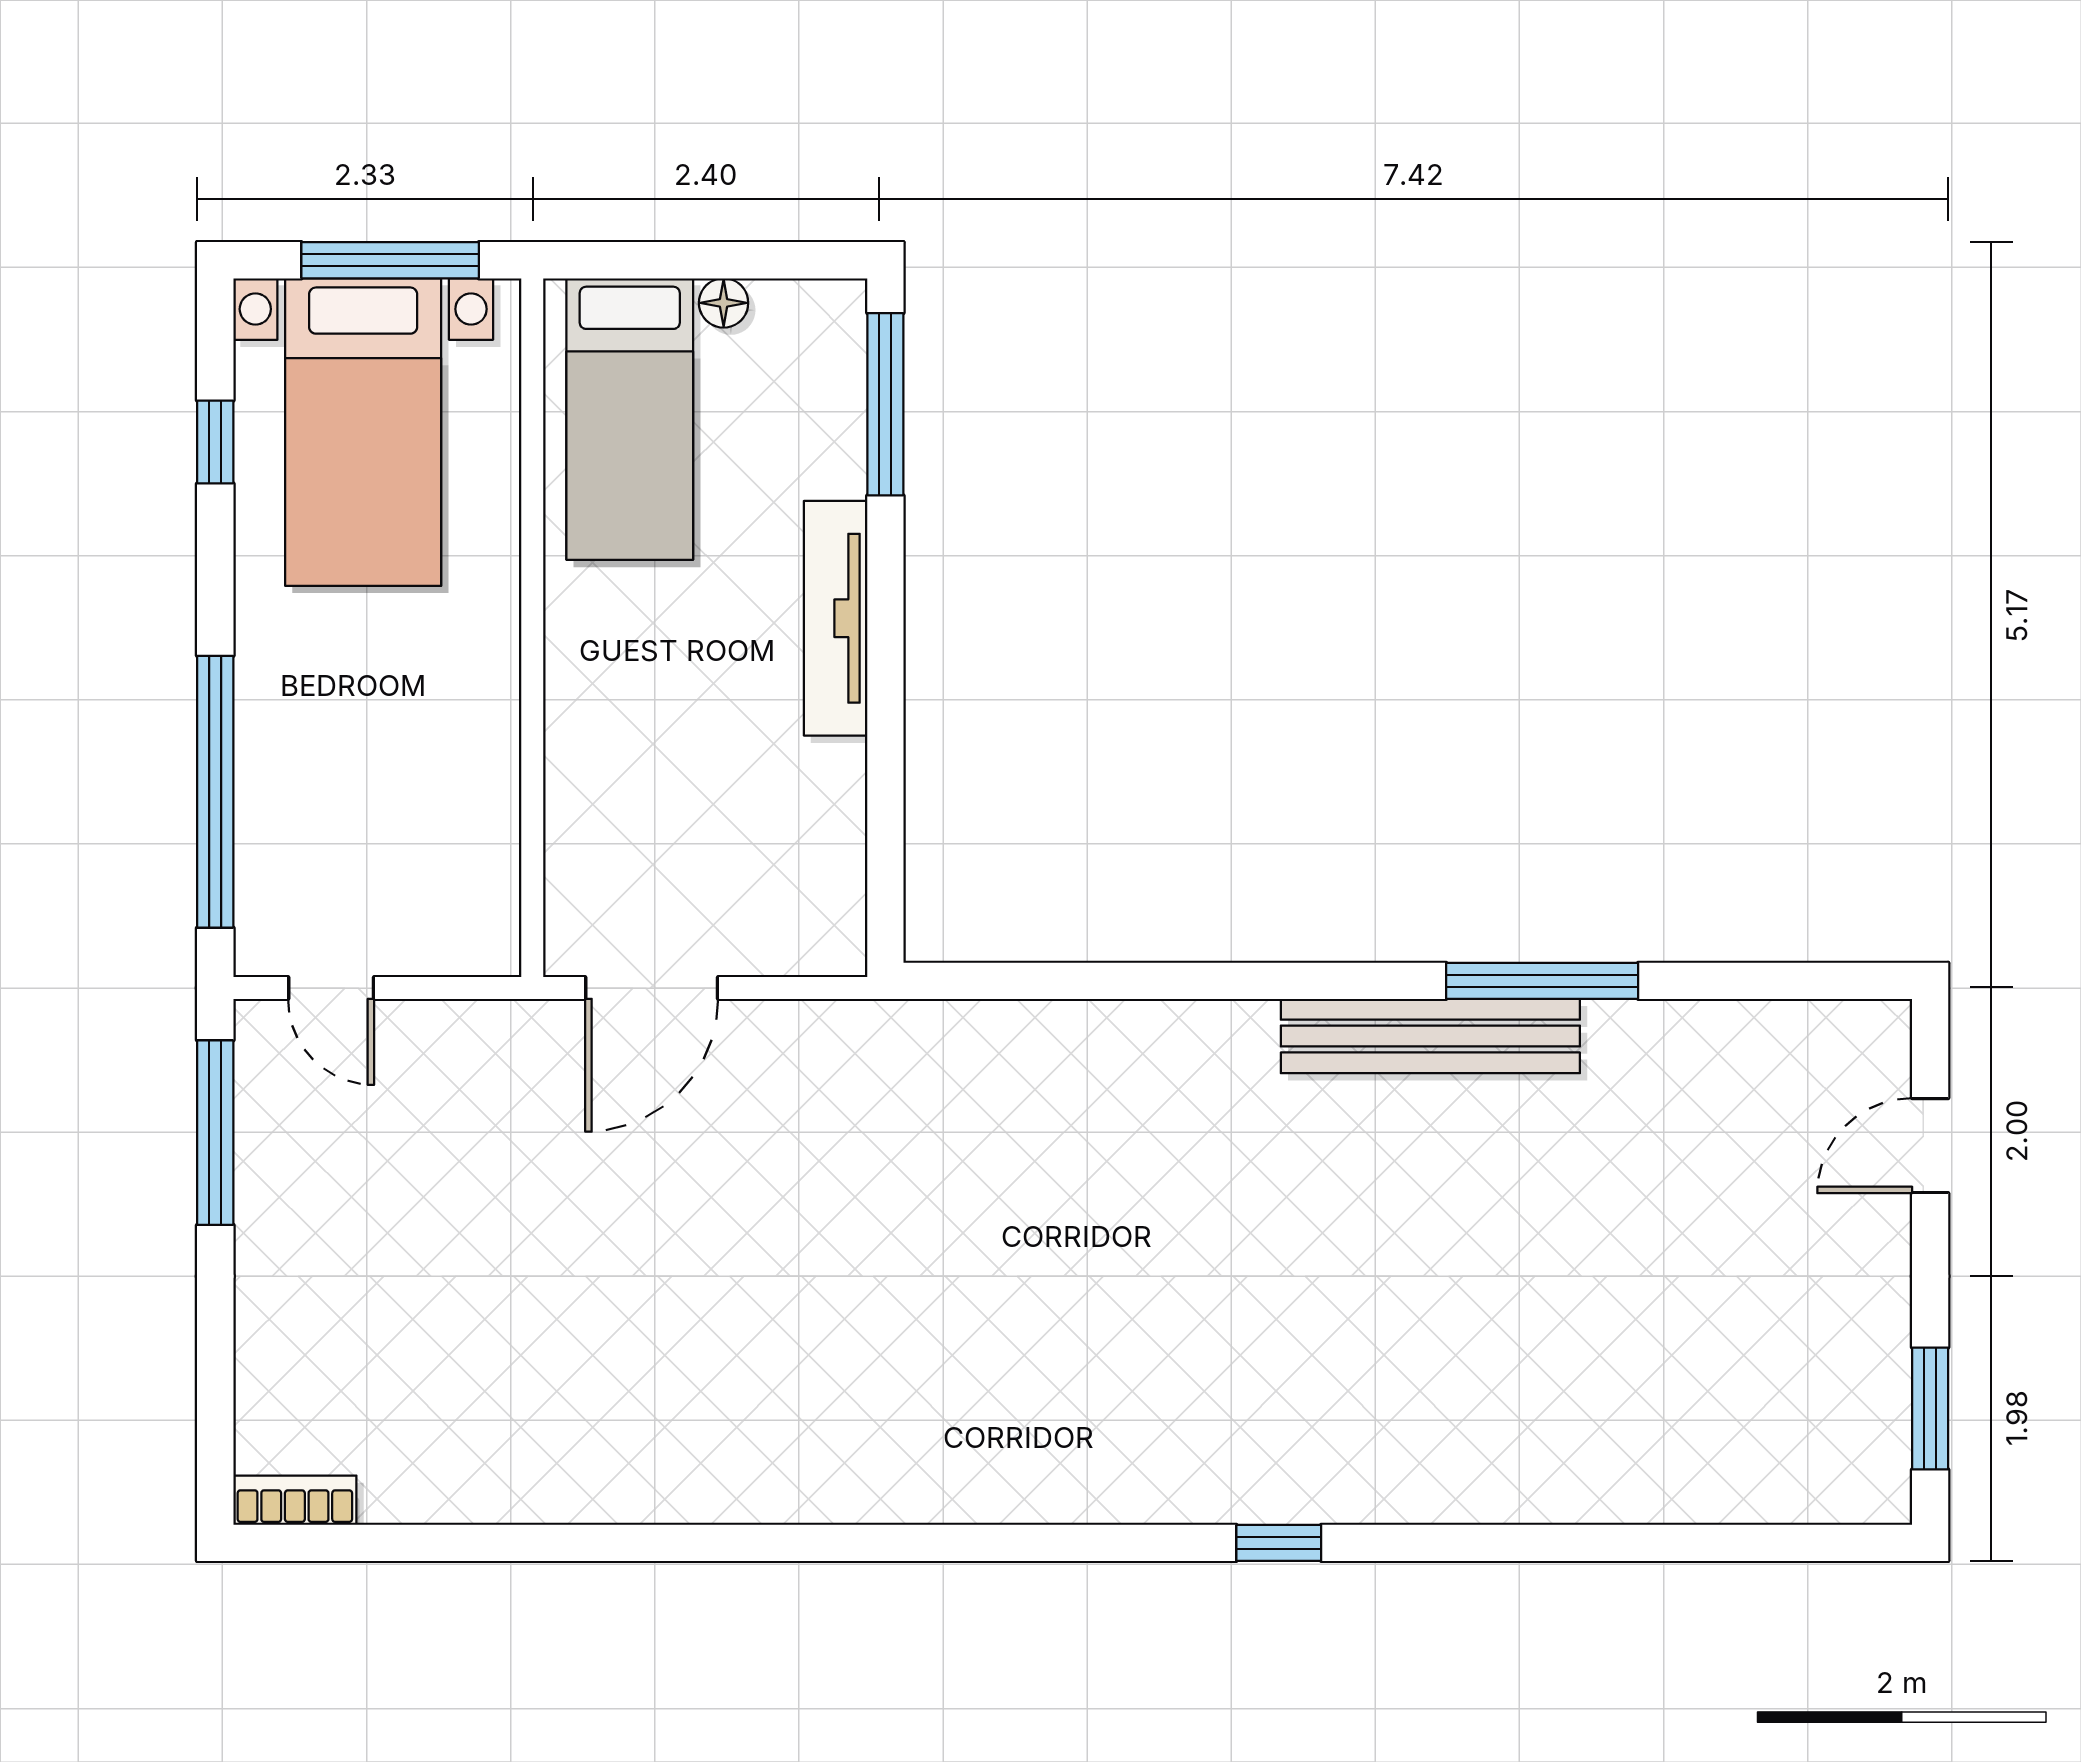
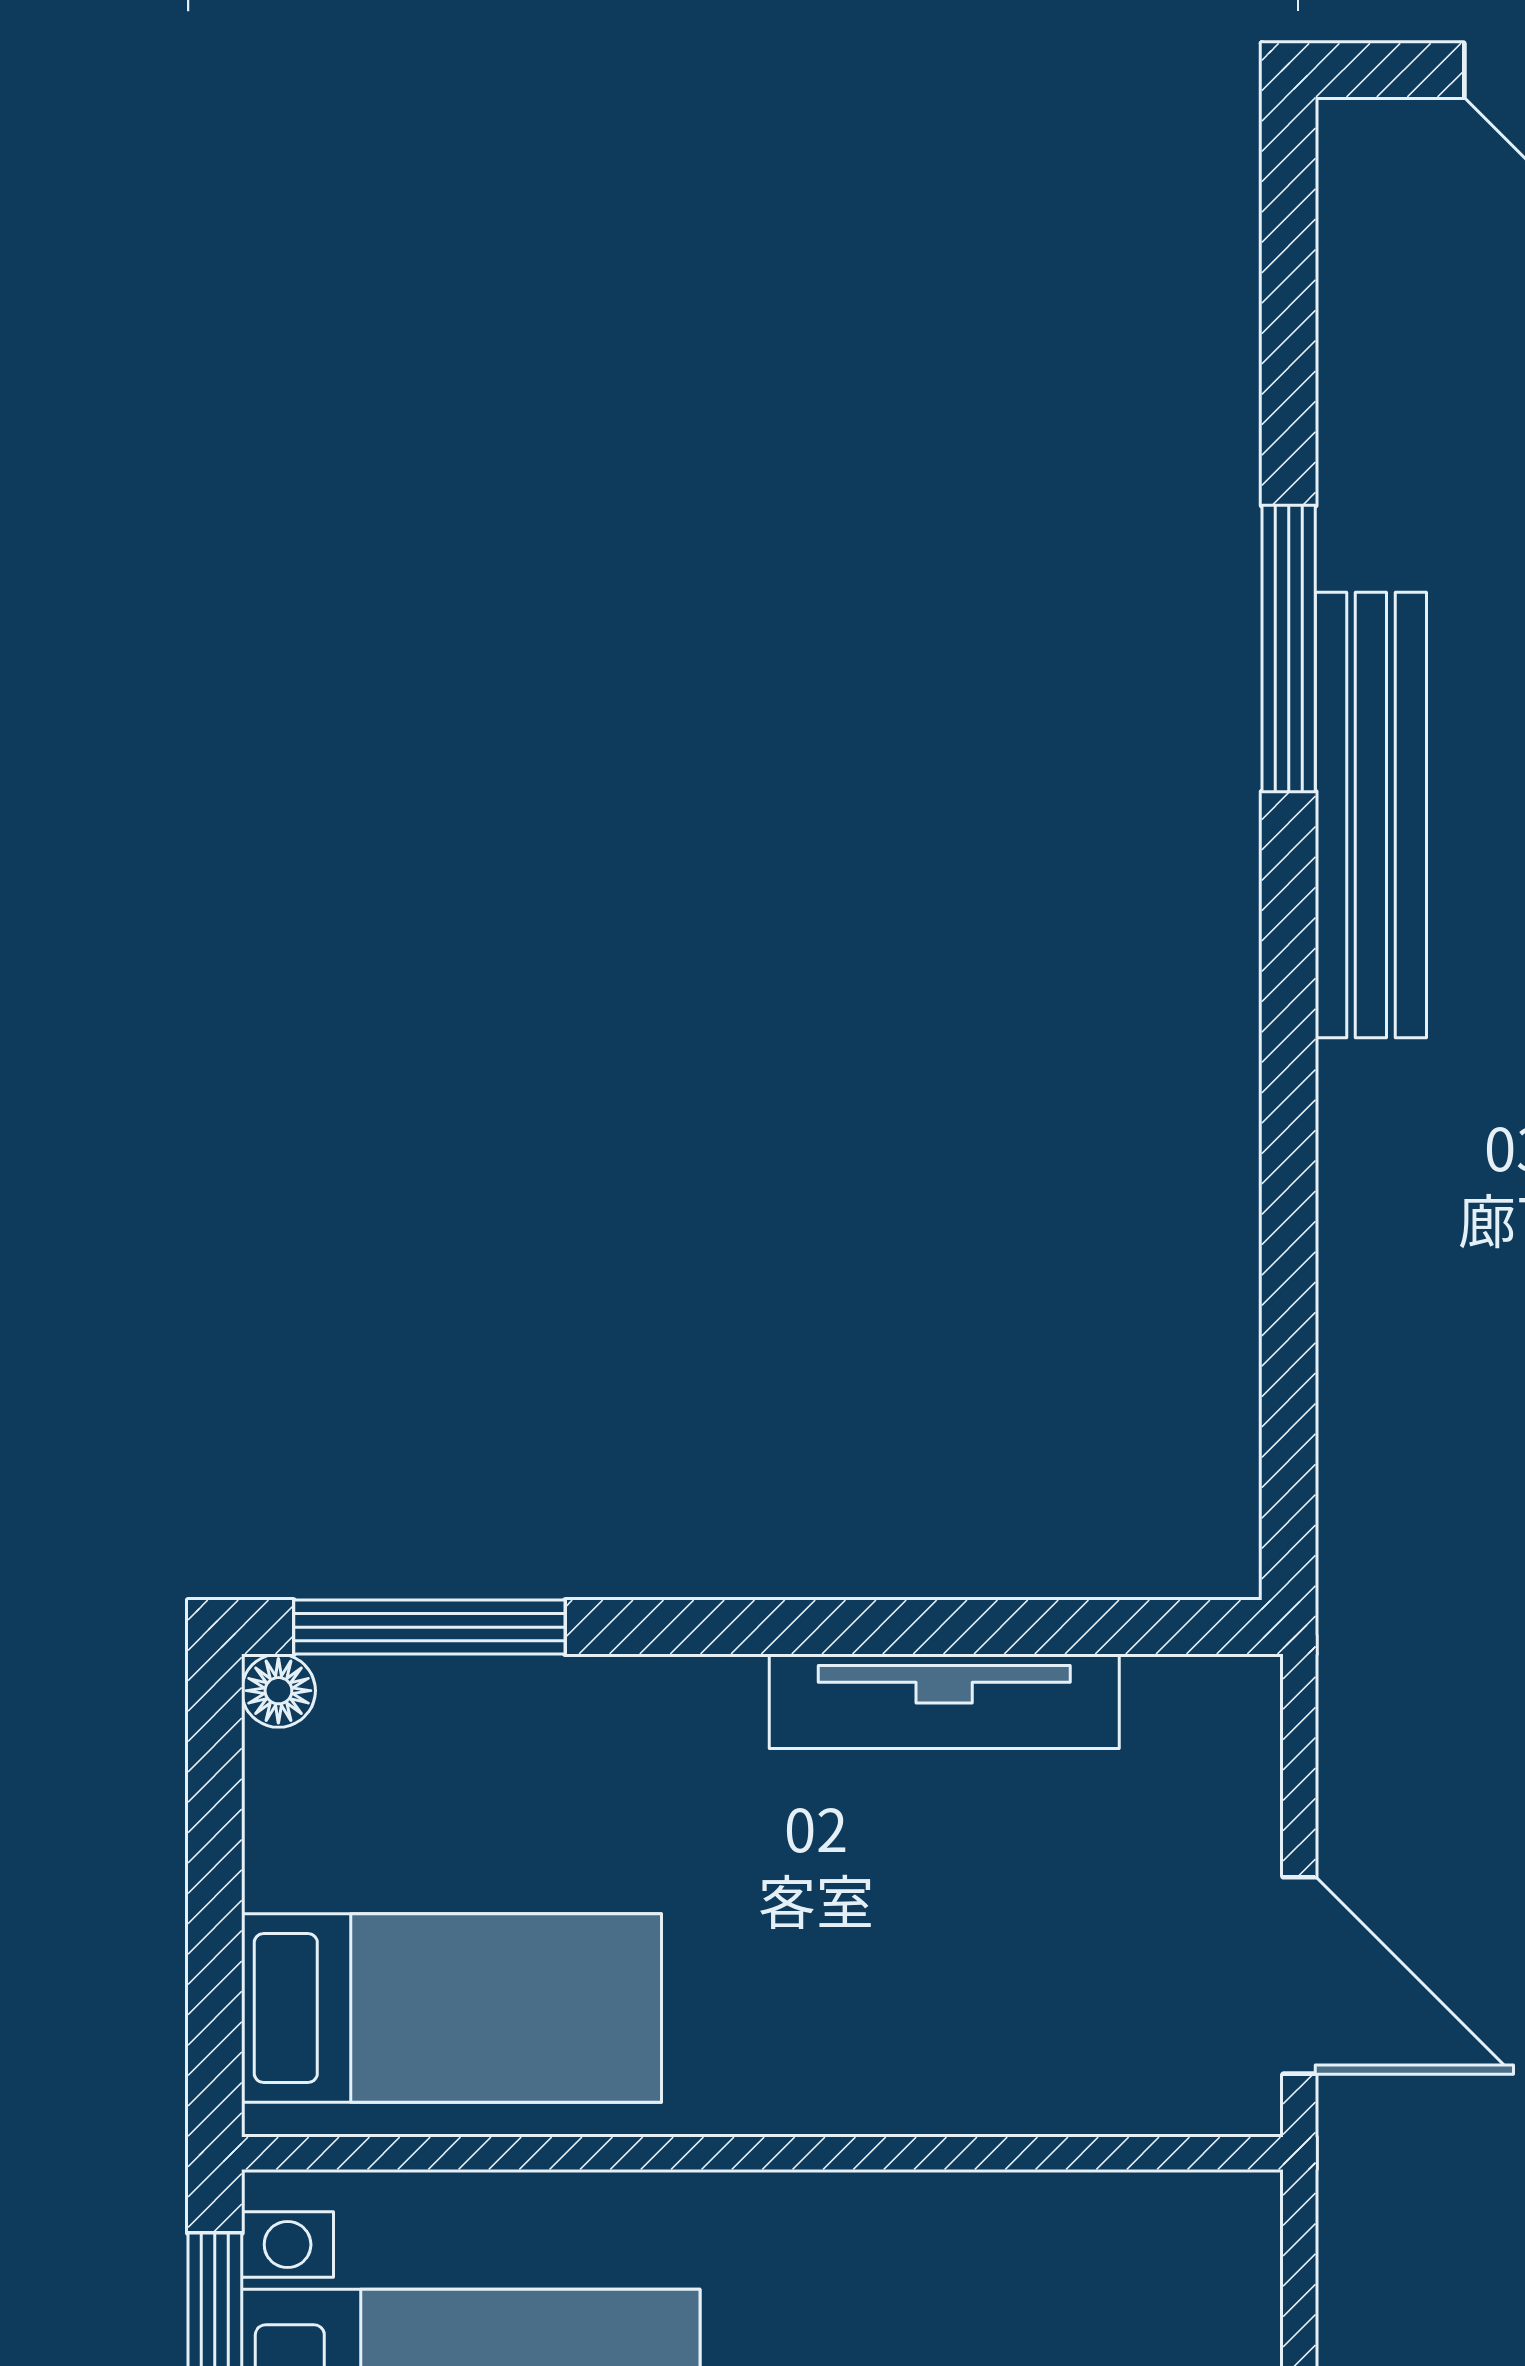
floor lamp: (724, 303) -> (278, 1691), moved
tv unit: (836, 618) -> (944, 1701), moved

